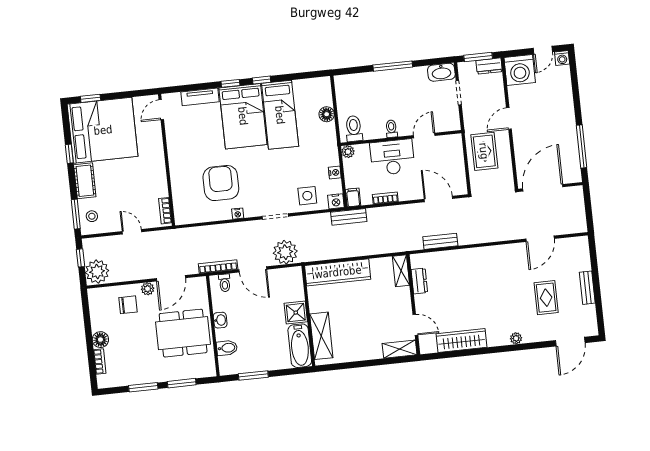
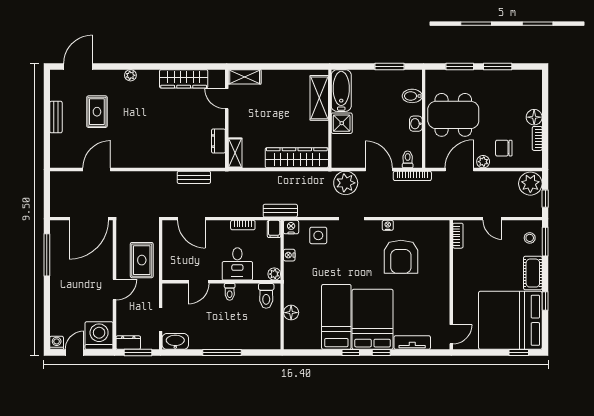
desk: (392, 157) -> (237, 264), width x0.73
bookcase: (100, 361) -> (537, 138), moved

